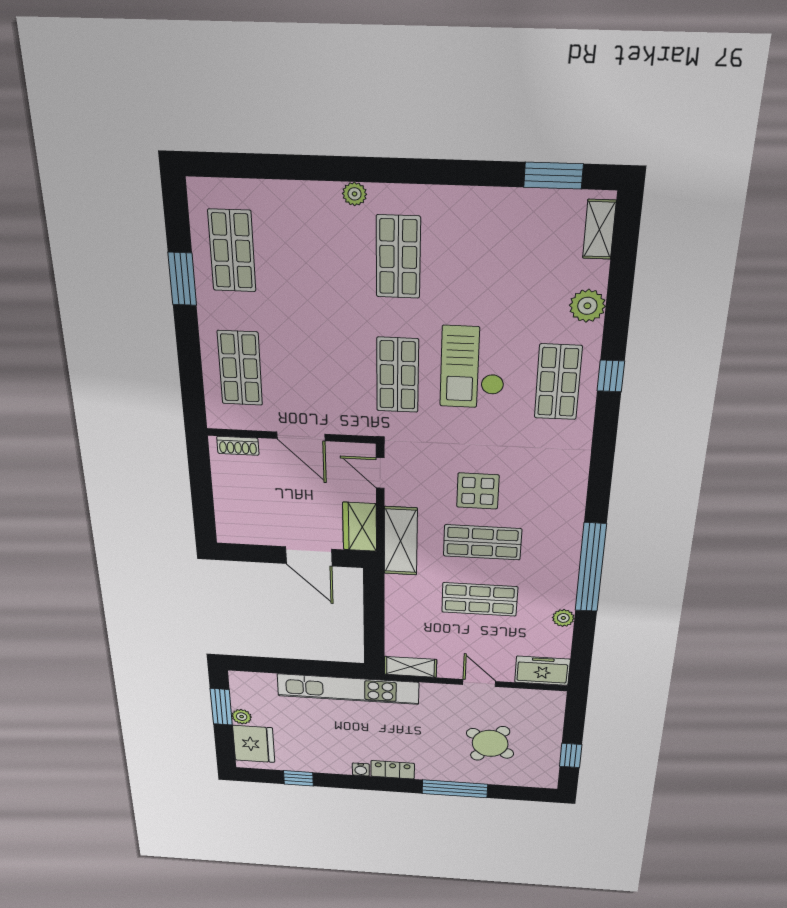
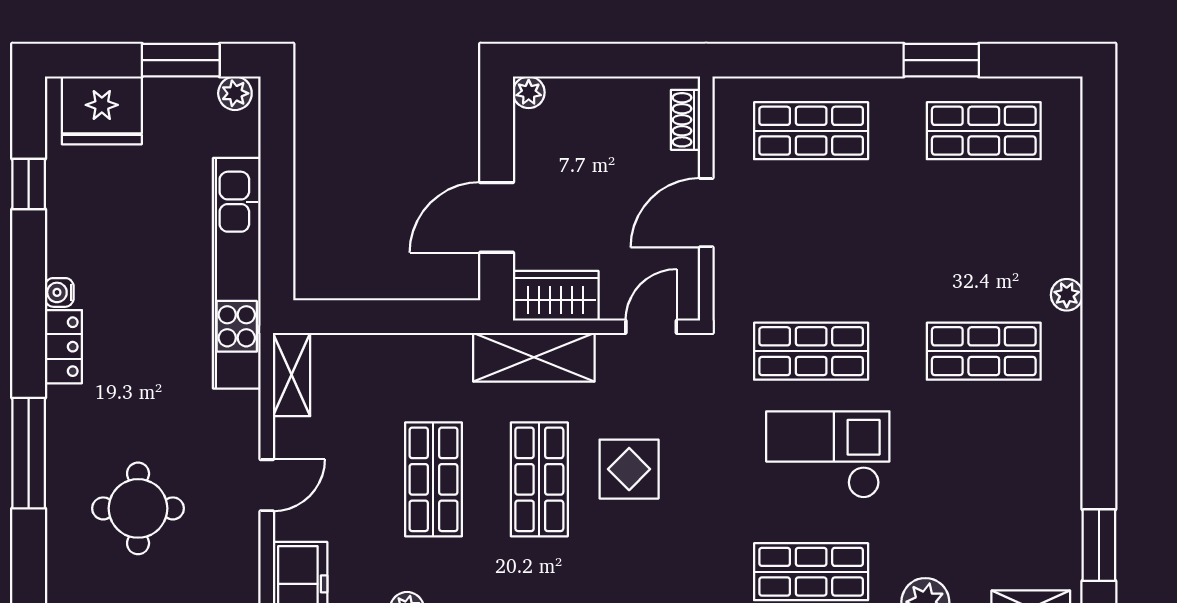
plant: (226, 534) -> (529, 92), added
plant: (242, 717) -> (235, 93), moved
round table: (490, 743) -> (138, 508), turned -35

